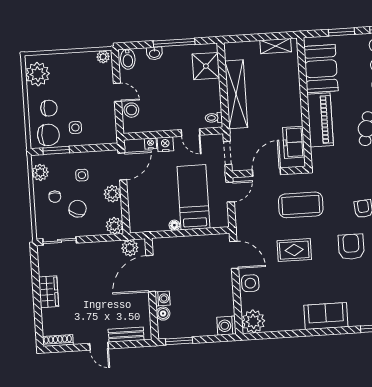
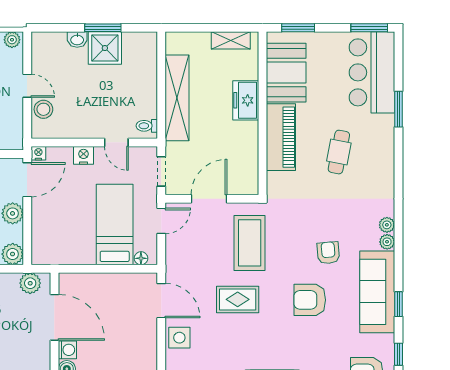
window: (342, 32) -> (298, 28), moved
window: (174, 43) -> (103, 28), width x0.69
bidet: (128, 59) -> (43, 45), removed
shower: (206, 66) -> (105, 48), moved
freezer: (294, 142) -> (246, 100), moved
nightstand: (150, 144) -> (38, 153), moved
coffee table: (301, 205) -> (250, 243), turned 90
floor lamp: (174, 225) -> (141, 258), moved
armchair: (351, 247) -> (310, 300), turned -90
door: (151, 274) -> (54, 317), swing flipped

